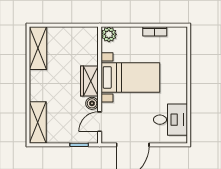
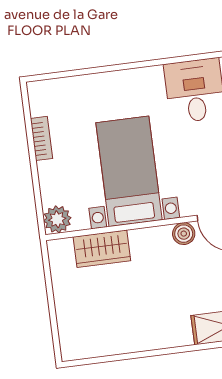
shelving: (38, 48) -> (98, 342), removed
wardrobe: (89, 81) -> (102, 249), moved

